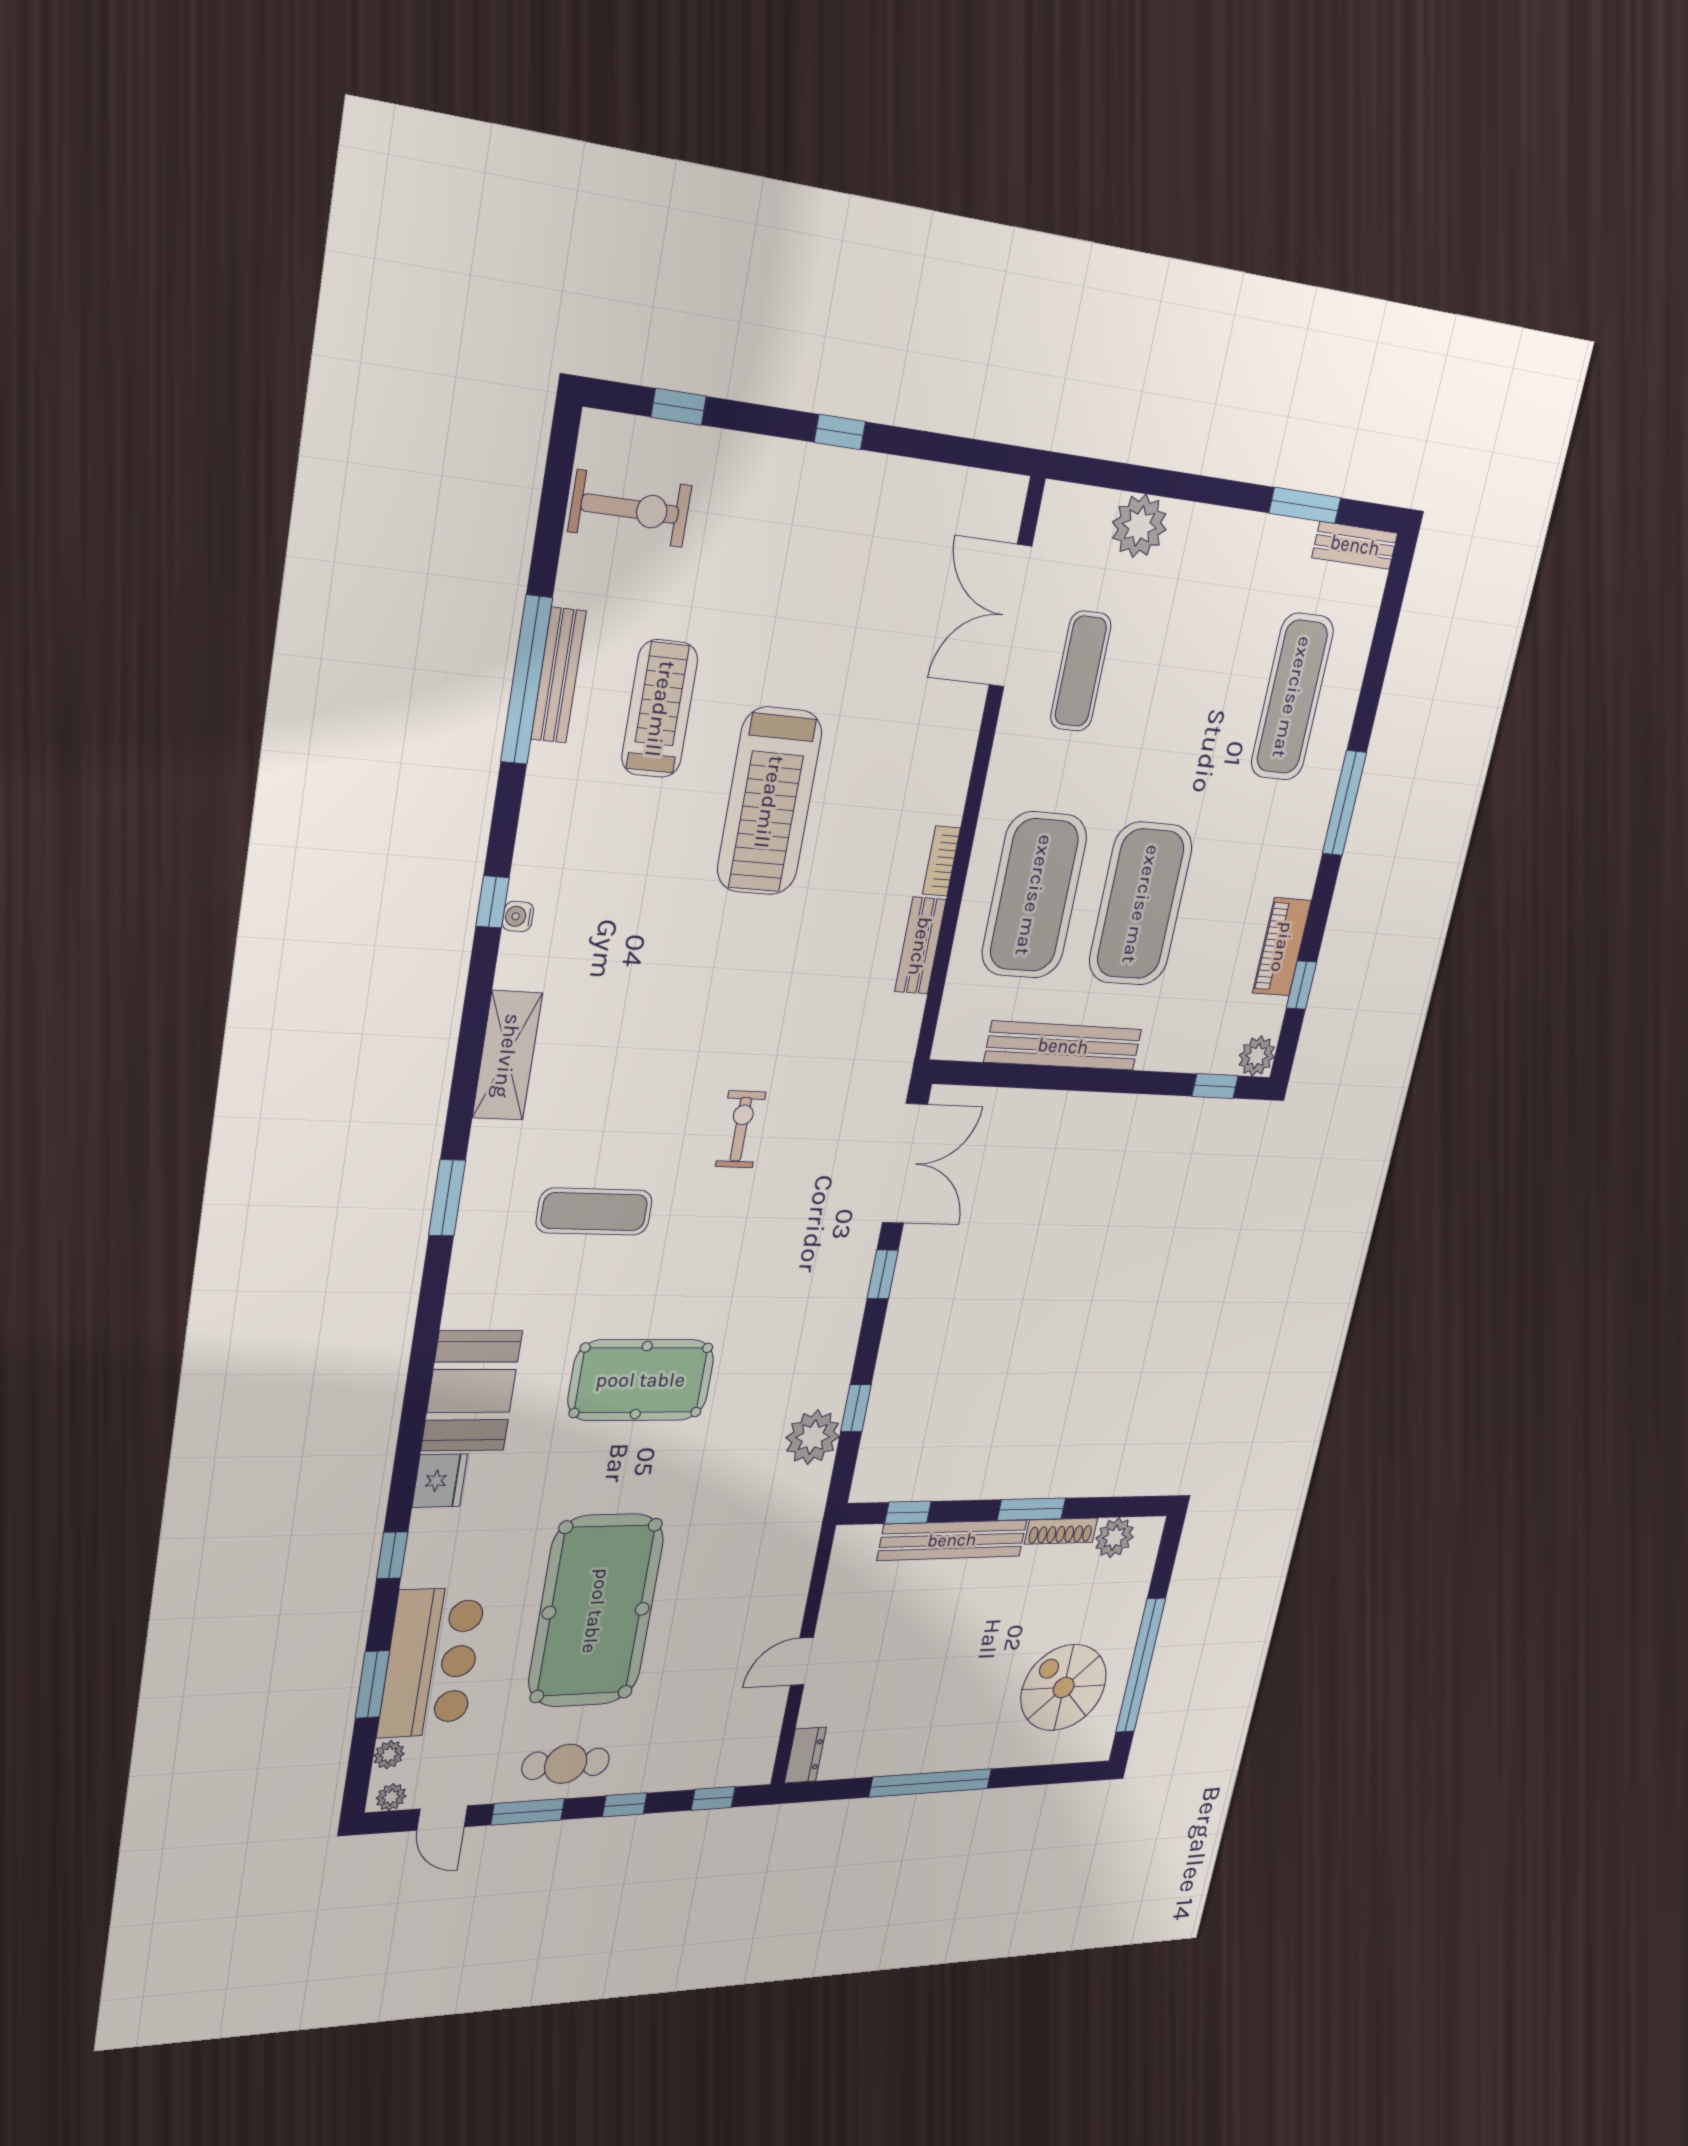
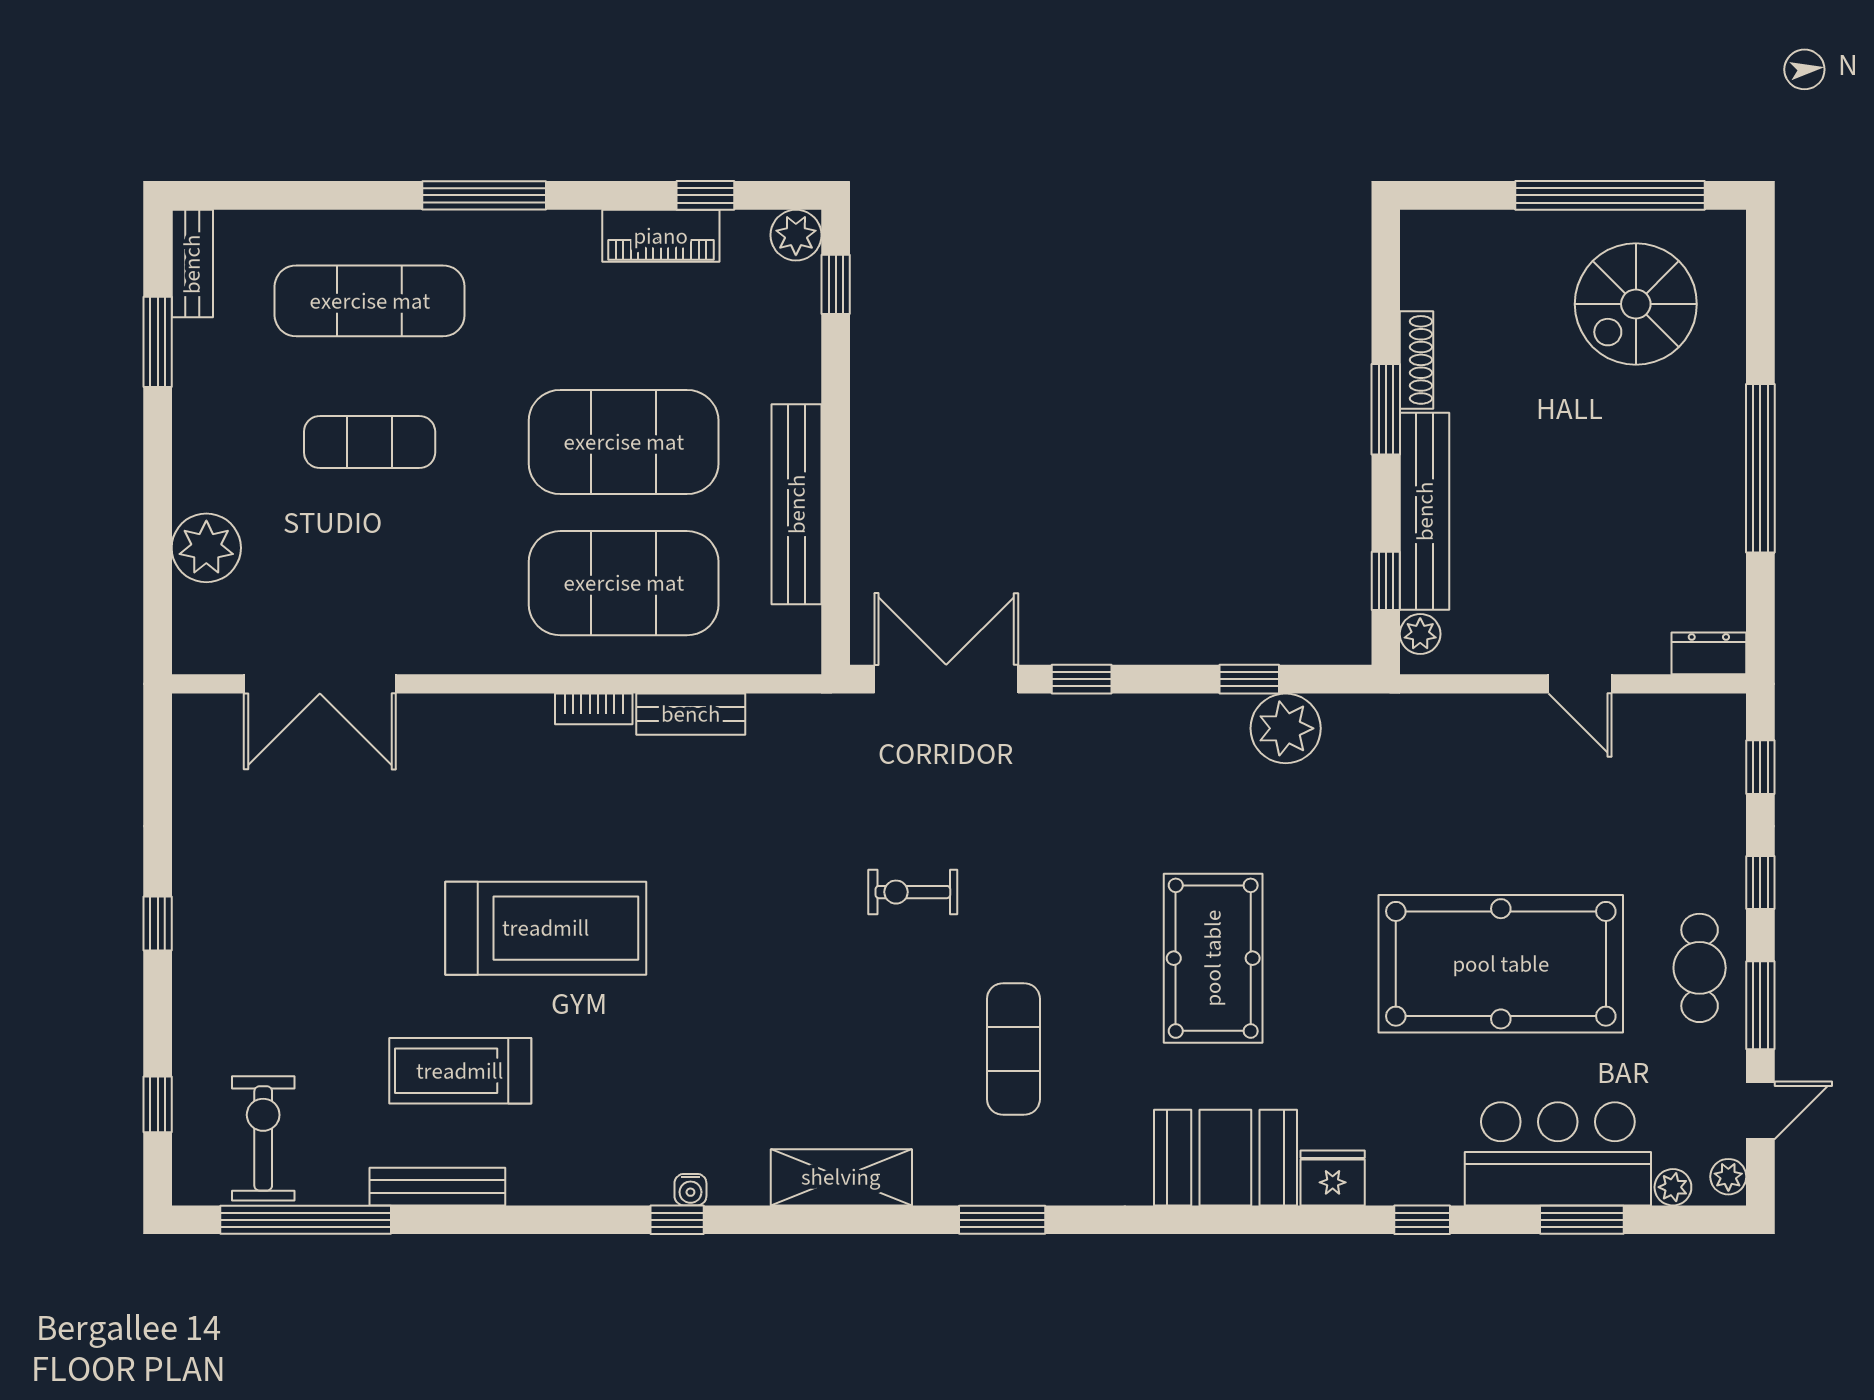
exercise mat: (1081, 671) -> (370, 442), moved
window: (527, 680) -> (306, 1220), moved
plant: (1115, 1538) -> (1420, 634), moved, width x0.73, depth x0.73

